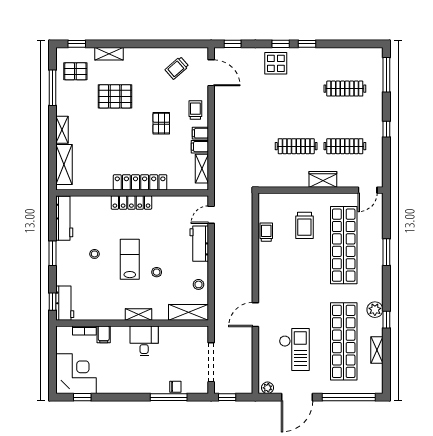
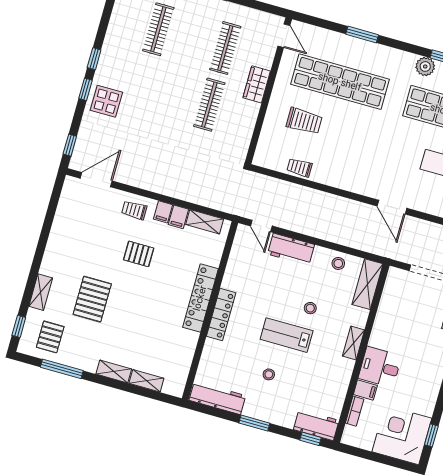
trolley: (177, 68) -> (79, 218), removed
shelving: (64, 165) -> (146, 381), width x0.67, depth x0.75
desk: (144, 341) -> (380, 367), moved

